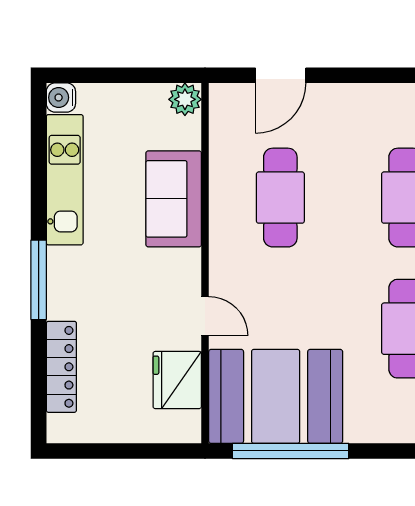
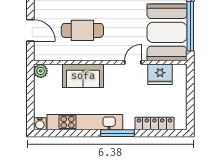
kitchen unit: (65, 180) -> (85, 122), width x1.36

